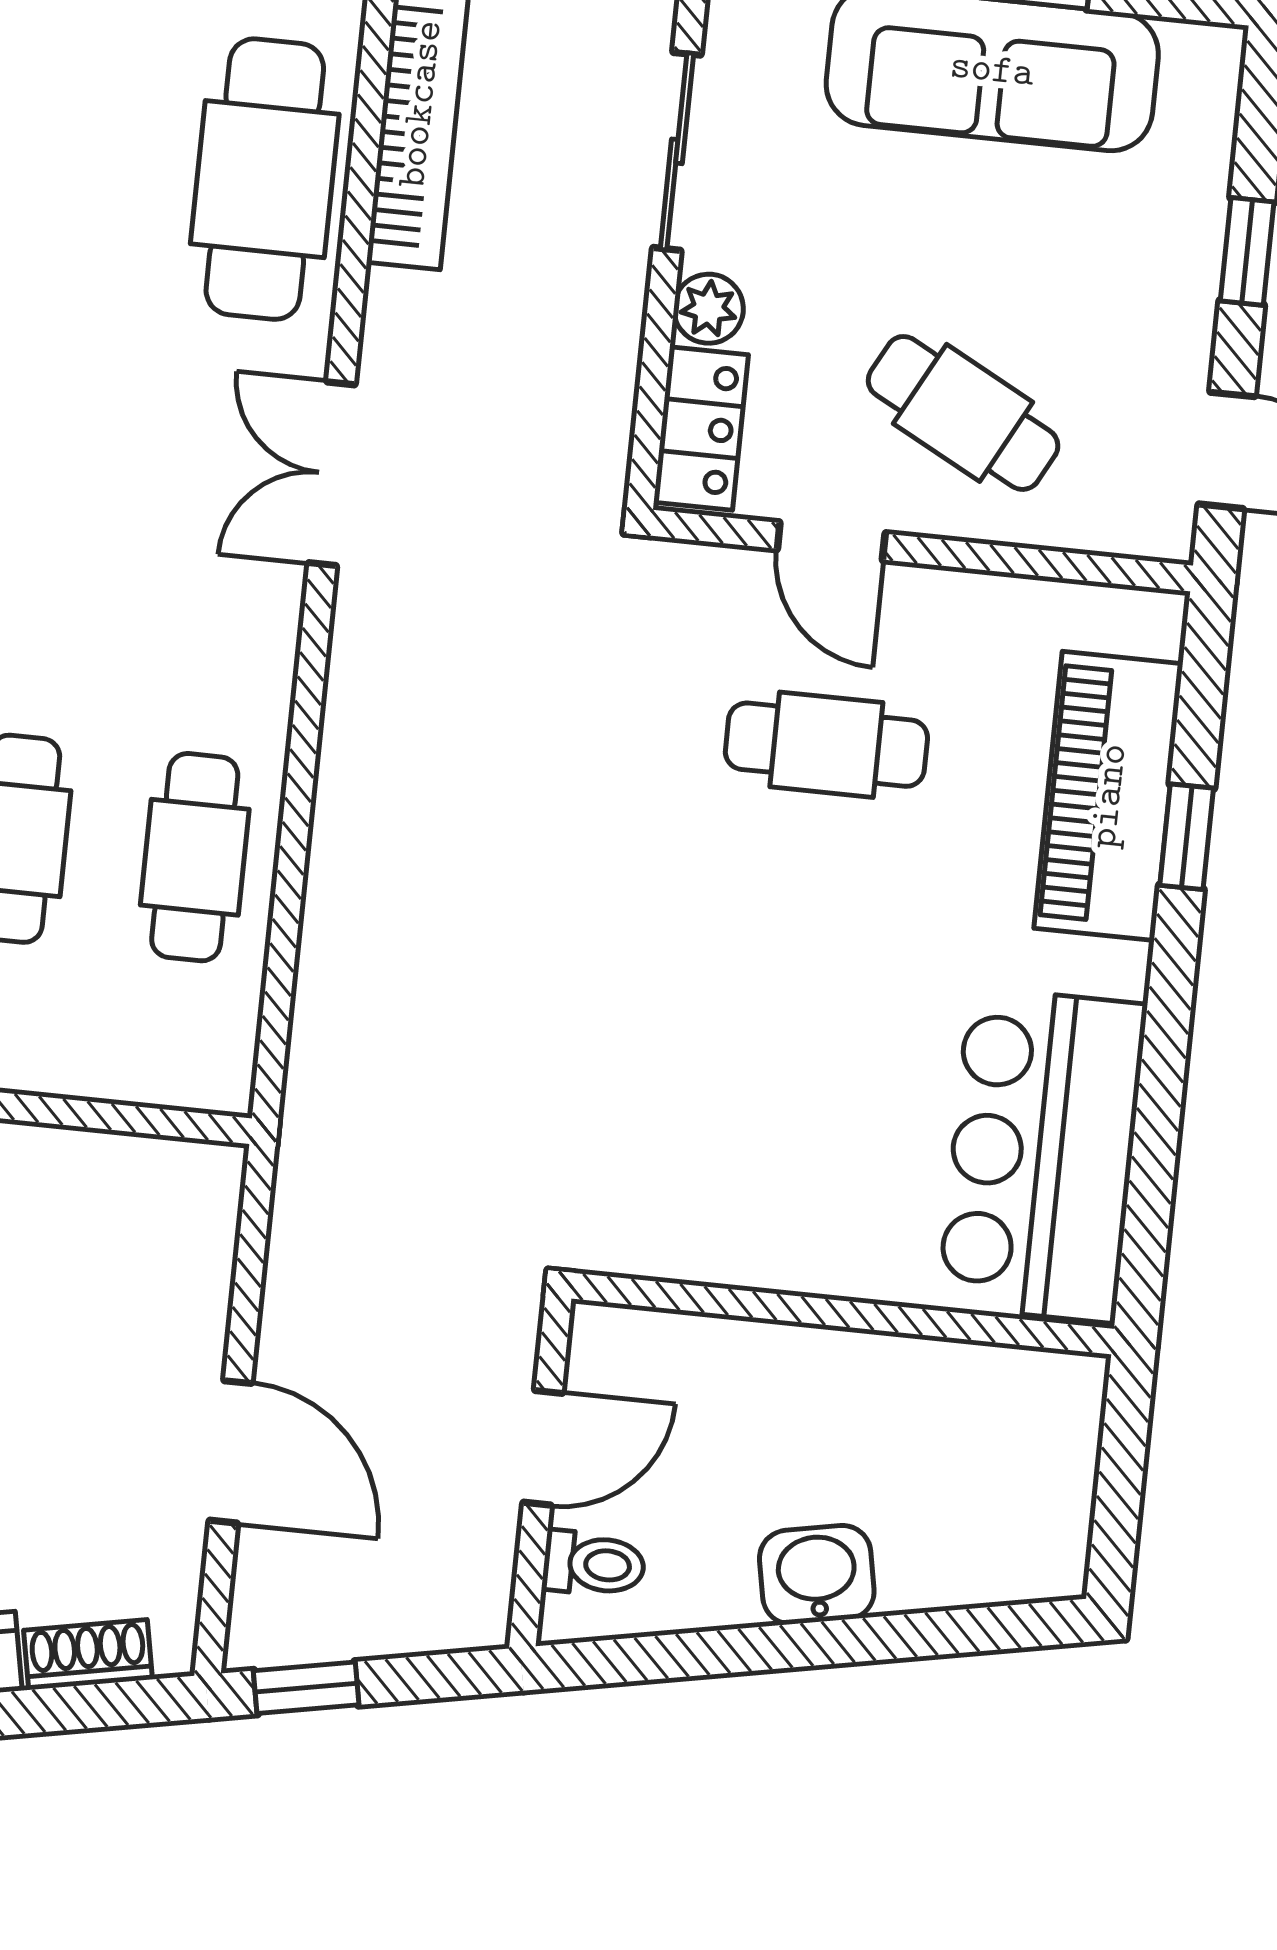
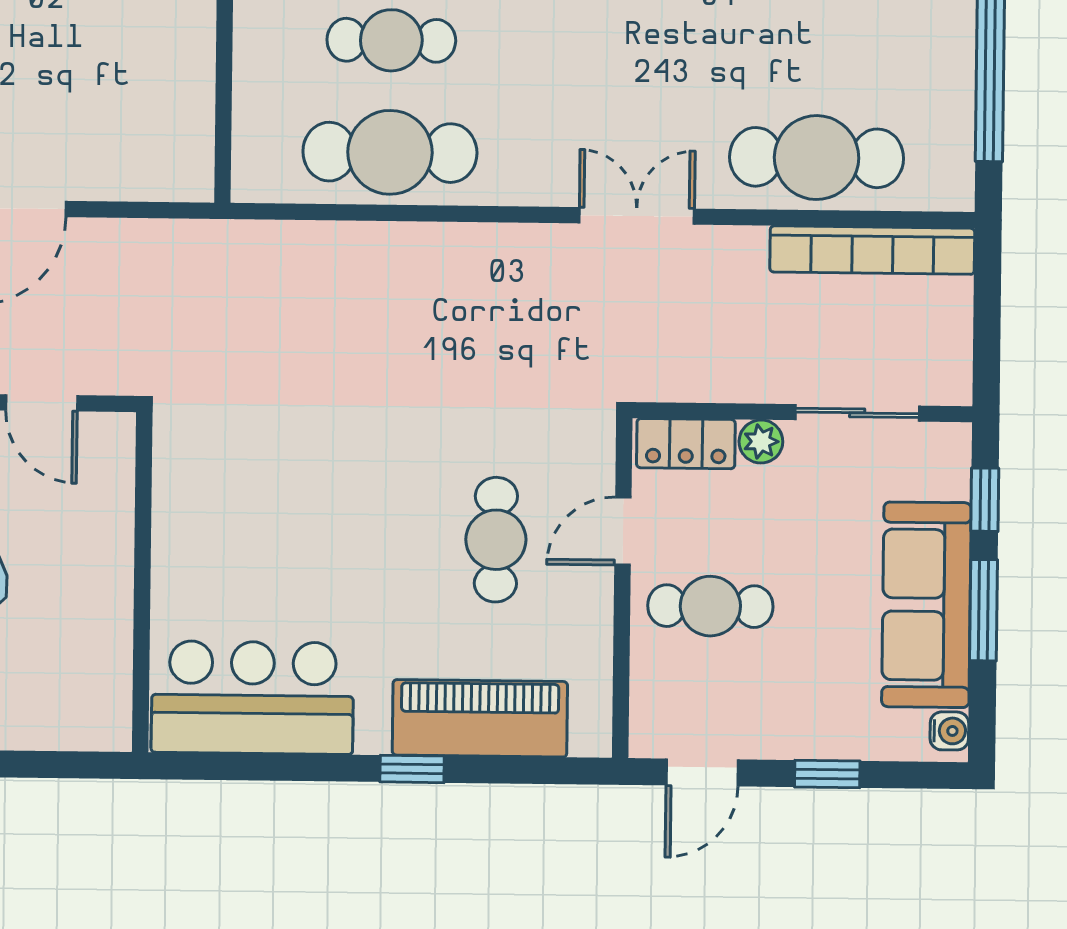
water cooler: (1196, 51) -> (949, 731), added
cafe table: (963, 413) -> (710, 606), turned 62
window: (1187, 837) -> (412, 769), moved
cafe table: (195, 857) -> (390, 152), width x1.37, depth x1.35

